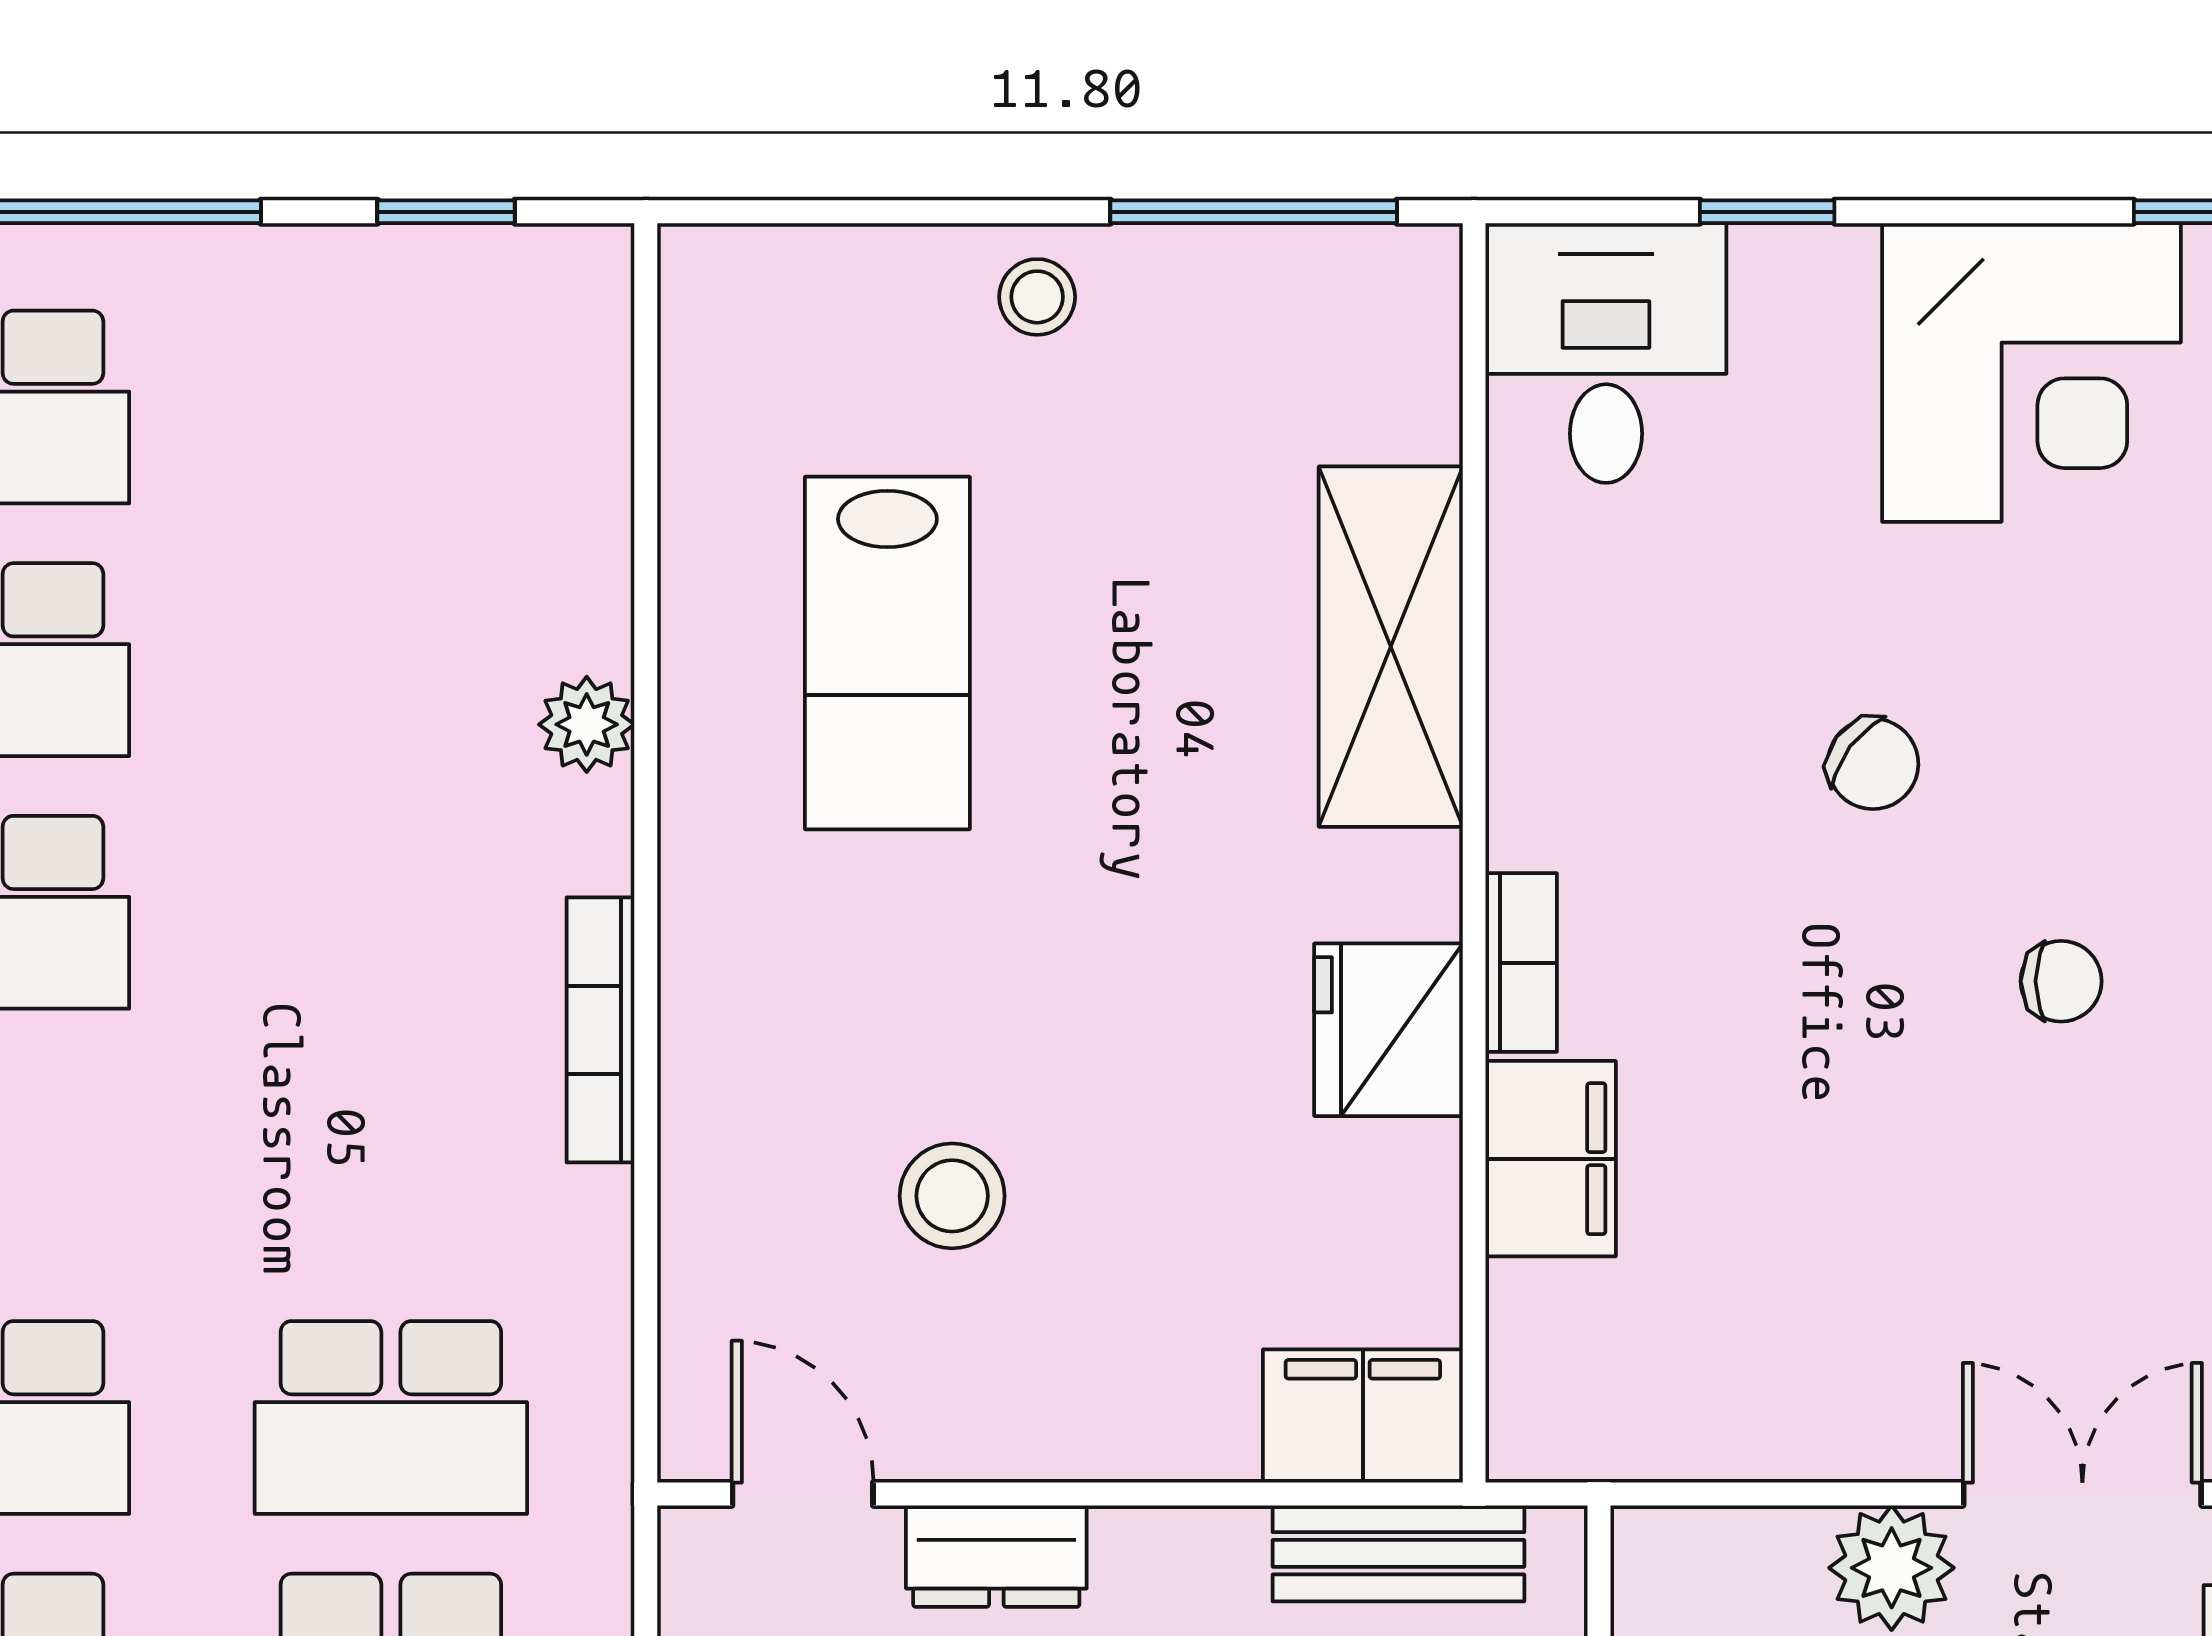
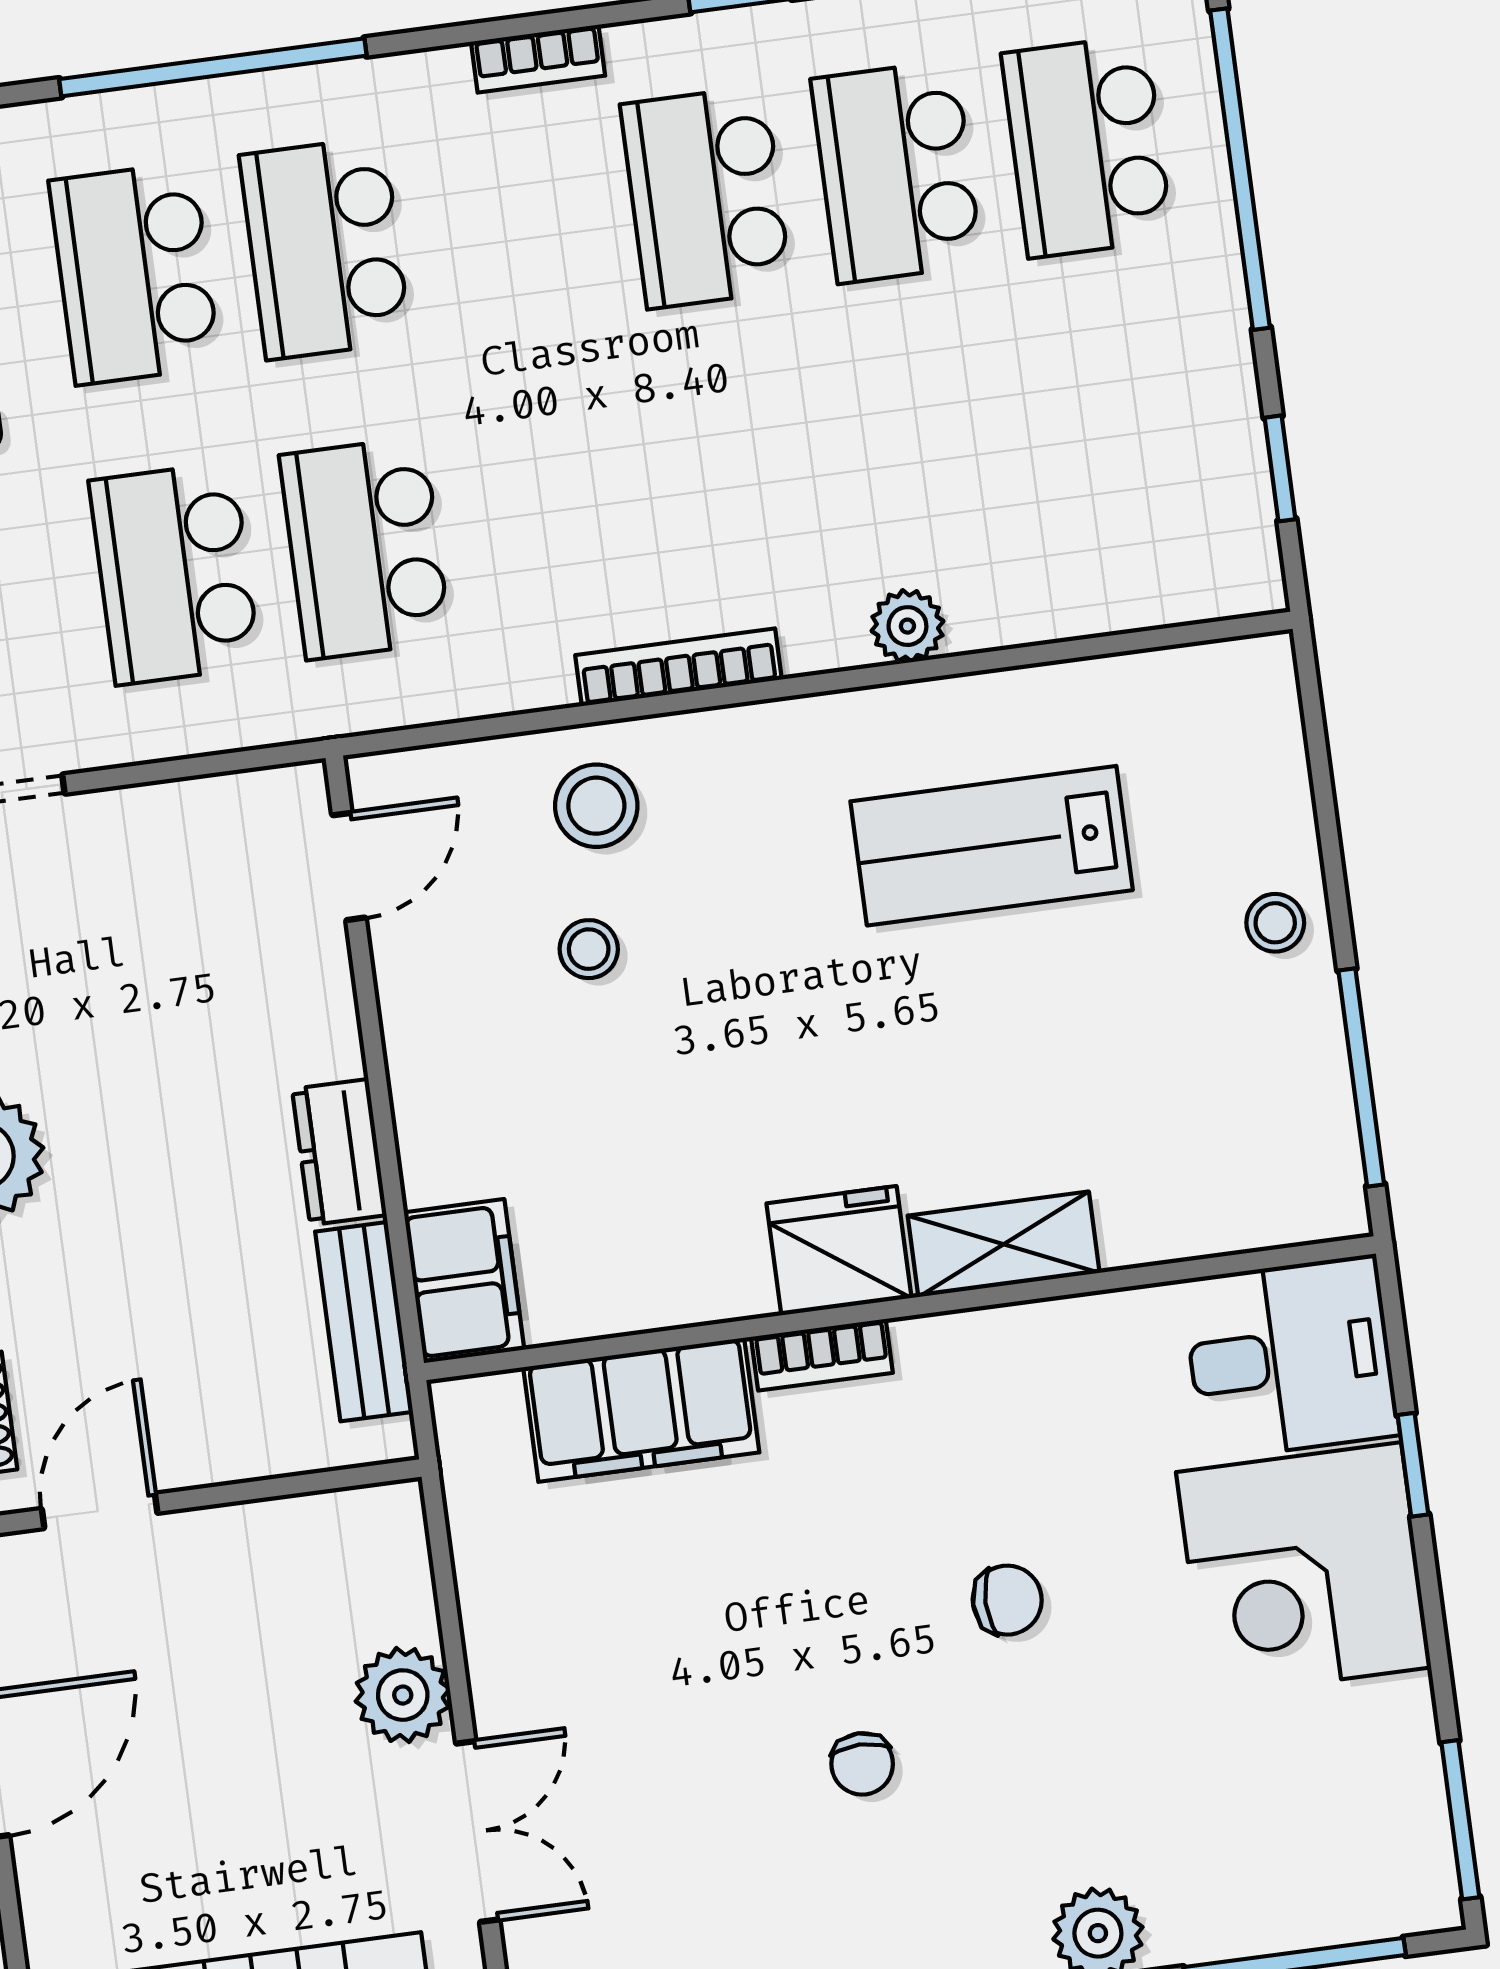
corner desk: (2031, 372) -> (1304, 1570), moved
shelving: (1391, 647) -> (1004, 1244), width x0.67, depth x0.75
chair: (1873, 764) -> (1007, 1600), turned -127
fridge: (1388, 1030) -> (839, 1251), moved
filing cabinet: (1551, 1159) -> (641, 1410), width x1.50, depth x1.17
stool: (767, 1161) -> (596, 806), added
stool: (952, 1196) -> (589, 949), width x0.73, depth x0.73
dresser: (996, 1556) -> (339, 1152), moved

